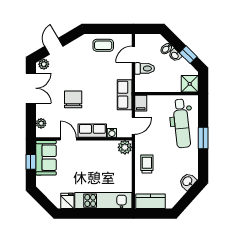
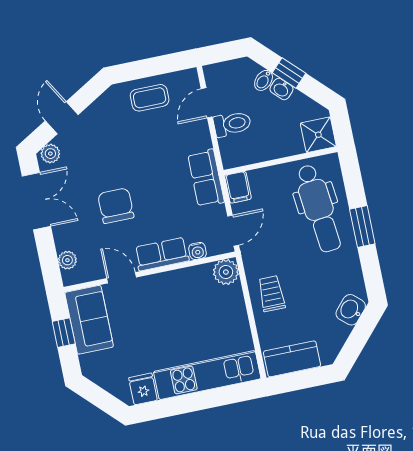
window: (188, 55) -> (289, 73), moved

